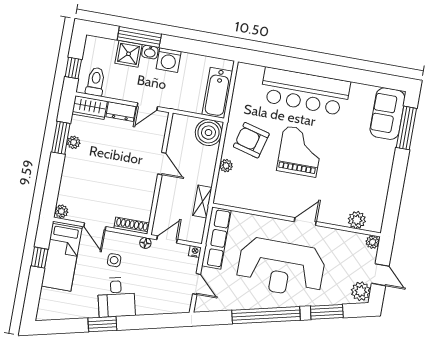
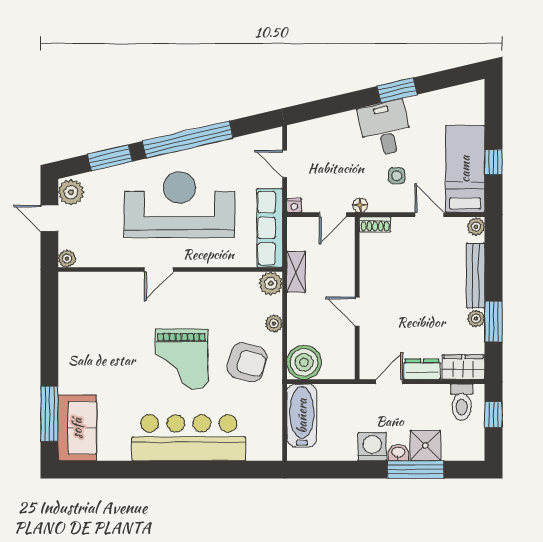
bench: (68, 175) -> (476, 276), added
plant: (357, 220) -> (271, 283), moved
shoe rack: (132, 226) -> (375, 224), width x0.70

